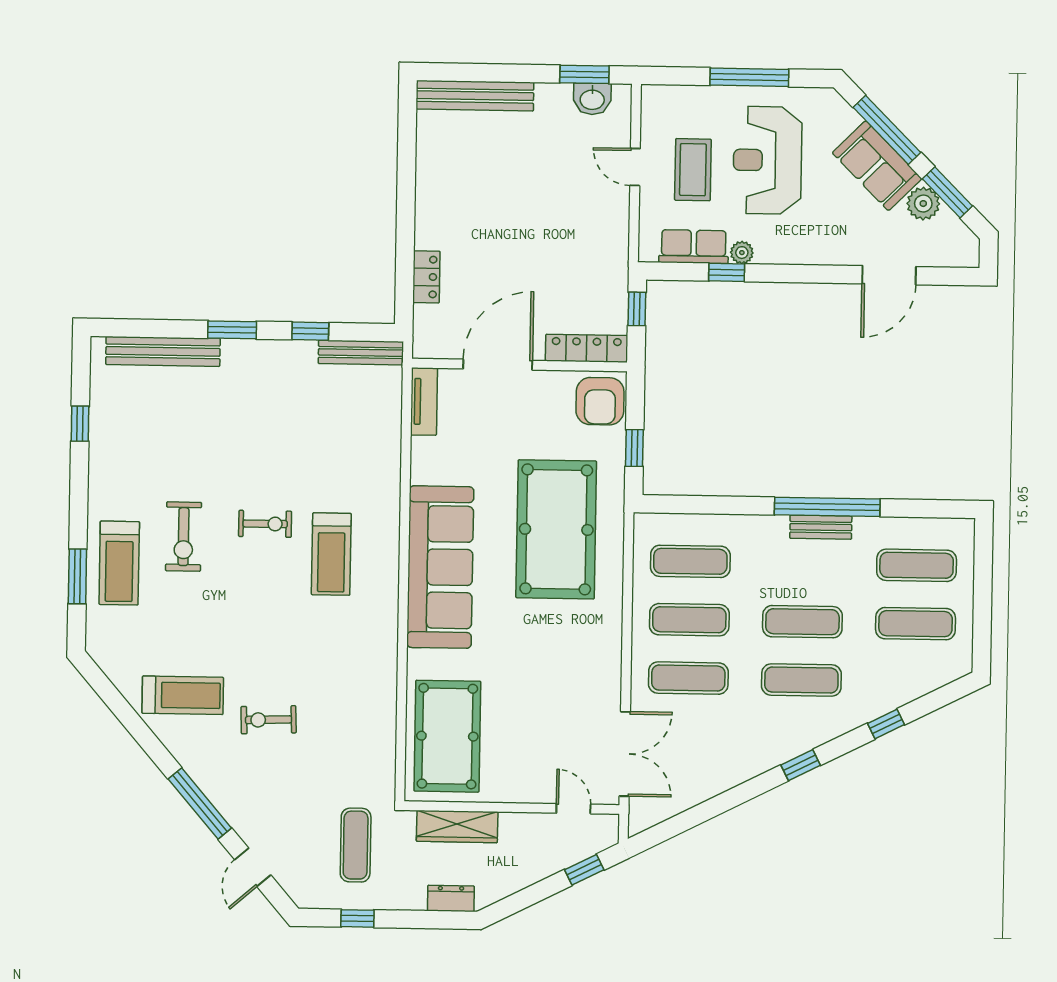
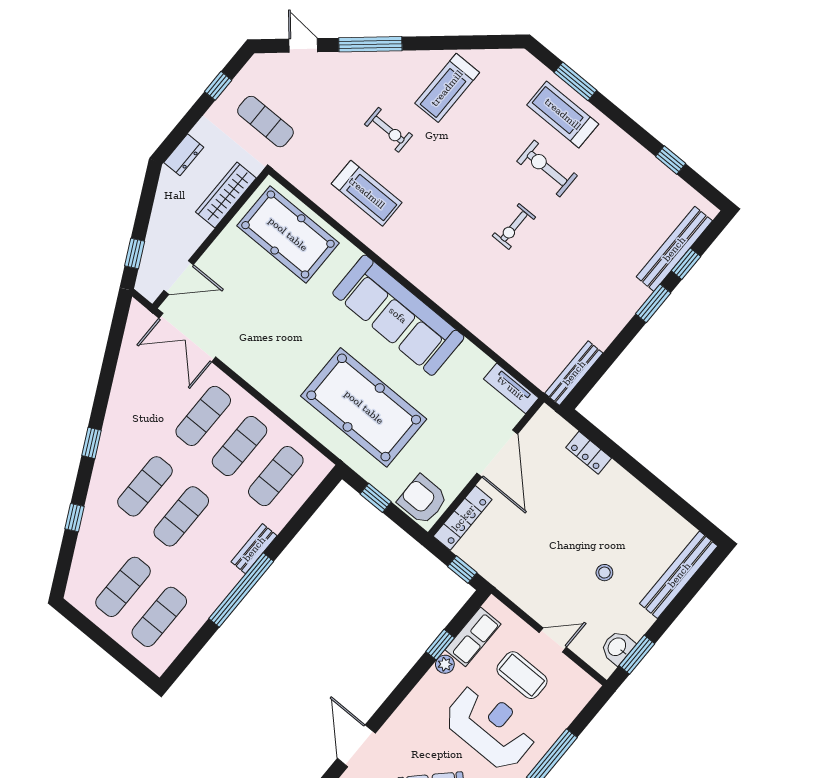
stool: (530, 169) -> (604, 573), added
window: (310, 331) -> (686, 264), moved
bench: (821, 527) -> (254, 549), moved
treadmill: (331, 554) -> (367, 193), moved, turned 180
exercise bike: (269, 720) -> (389, 130), turned 92
door: (573, 809) -> (179, 278), width x1.38

